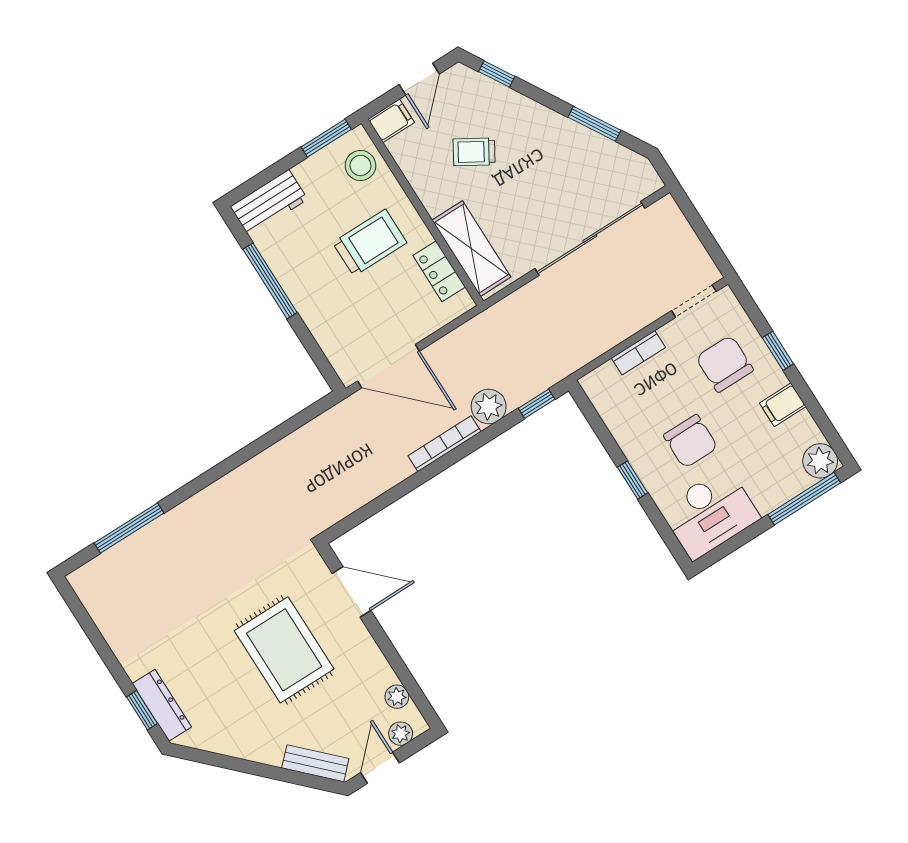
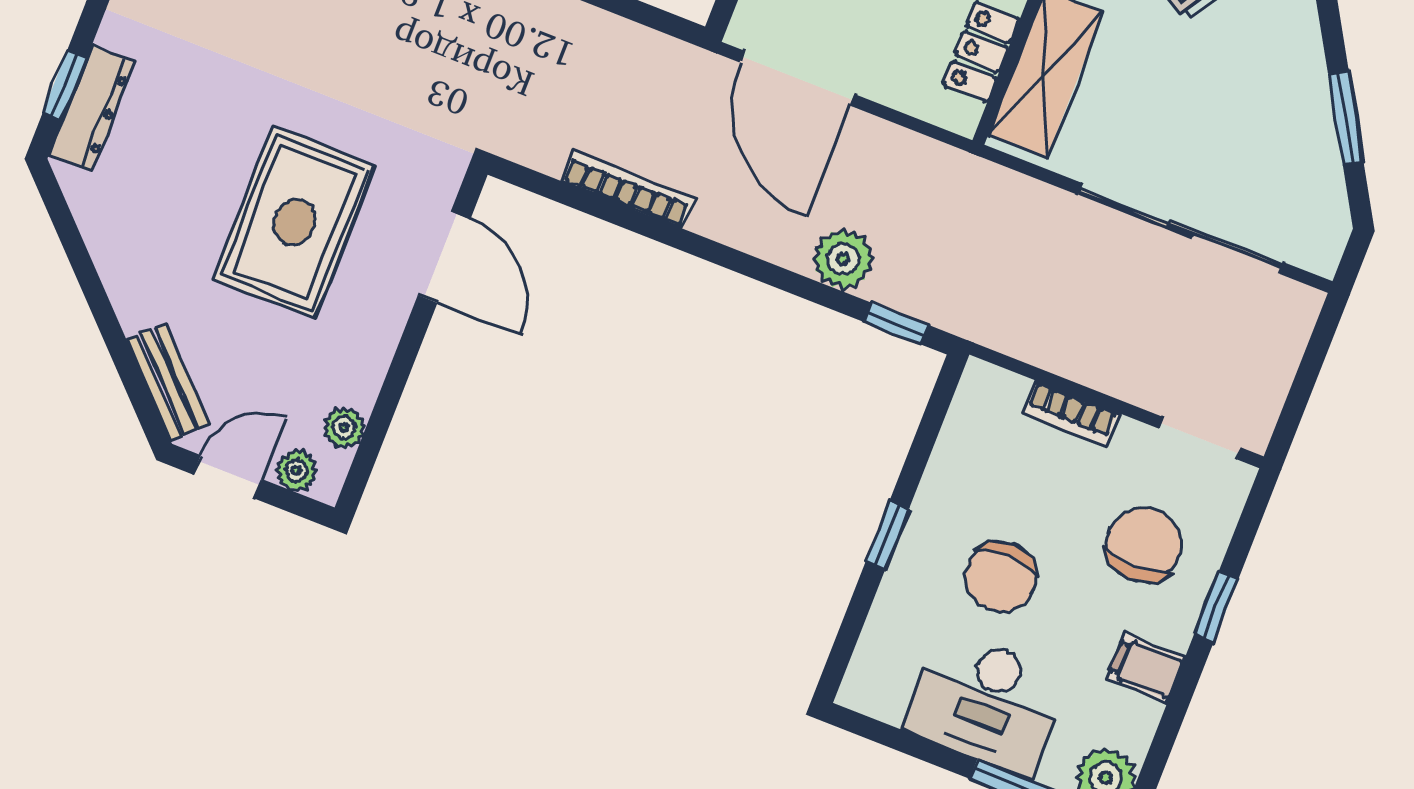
bookcase: (444, 444) -> (628, 189), moved
desk: (710, 513) -> (986, 703), moved

